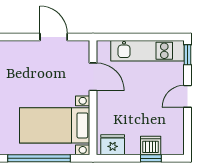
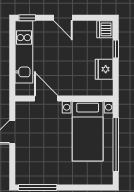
door: (93, 77) -> (46, 98), hinge flipped
fridge: (113, 145) -> (104, 69), moved
dishwasher: (151, 146) -> (105, 29), moved

